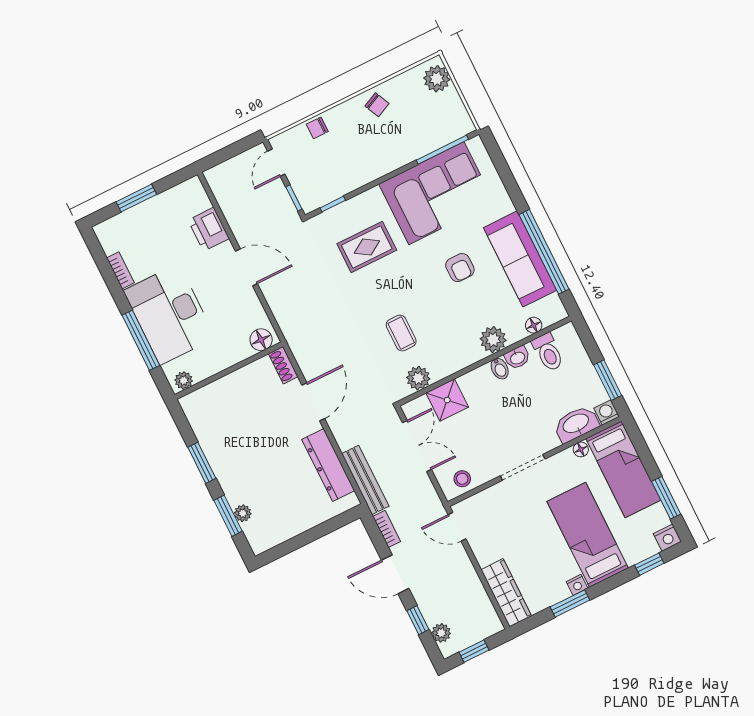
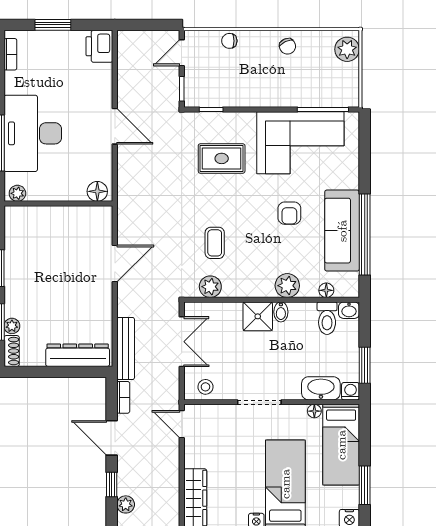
printer: (209, 229) -> (99, 46), moved
bookcase: (120, 270) -> (10, 54), moved
washbasin: (517, 358) -> (349, 310), moved
shoe rack: (283, 365) -> (12, 351), moved, turned 180
shower: (447, 400) -> (258, 316), moved
dresser: (328, 465) -> (78, 355), moved, turned 90

